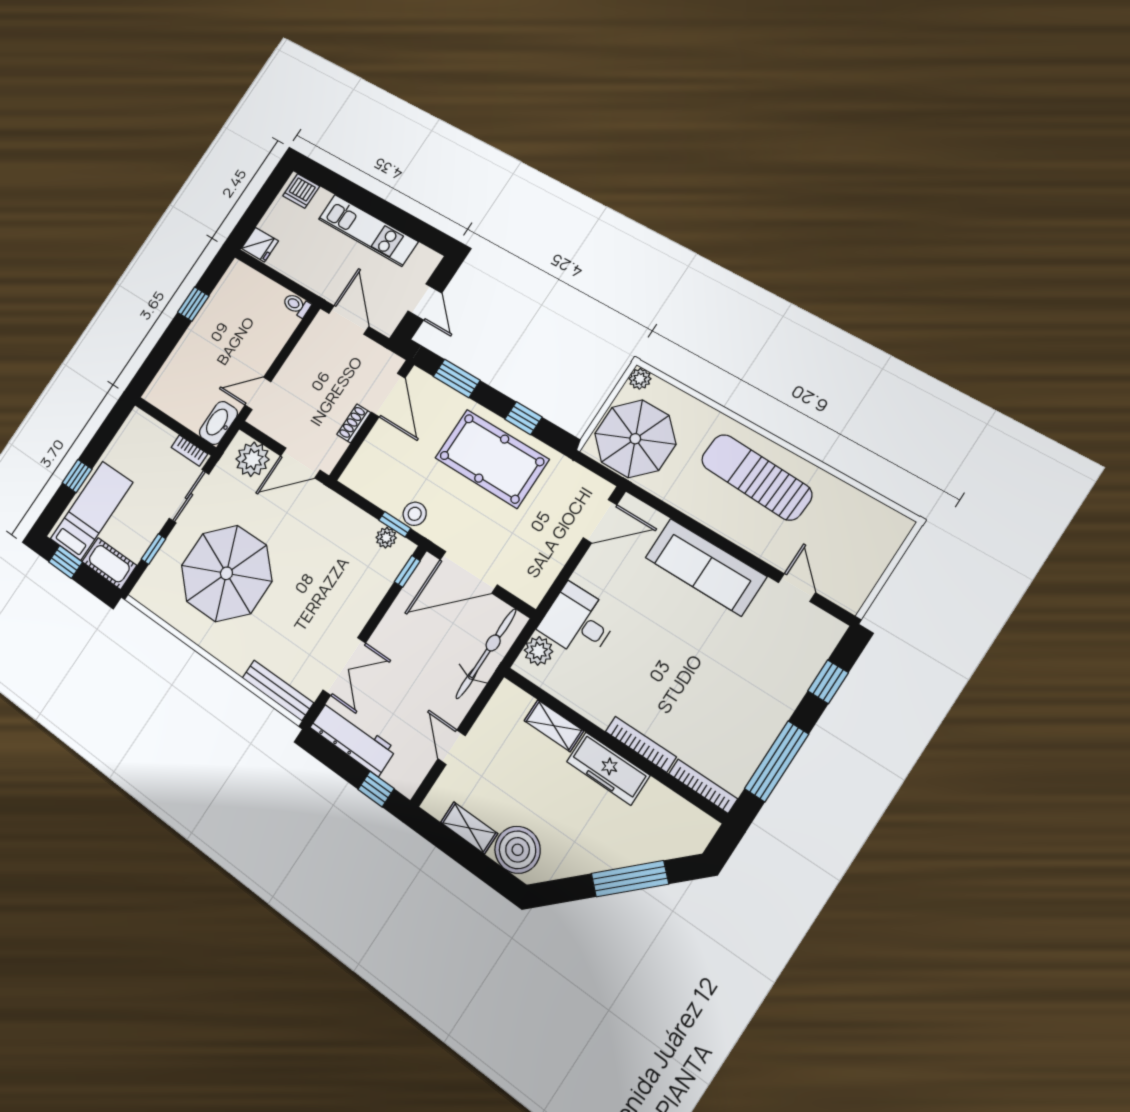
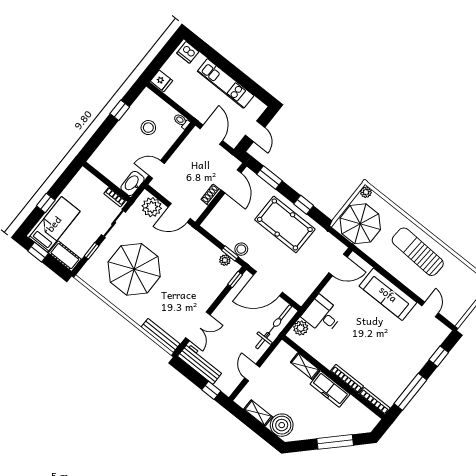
stool: (241, 325) -> (148, 128), added

